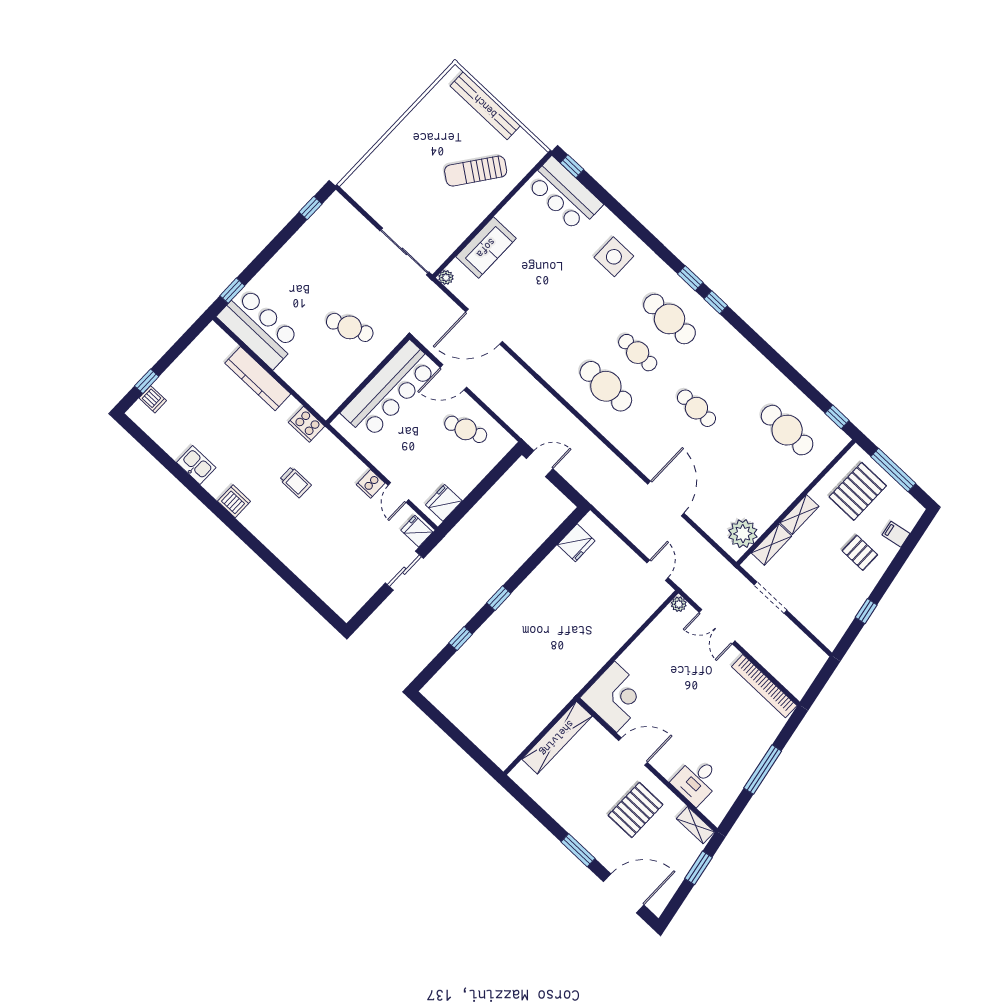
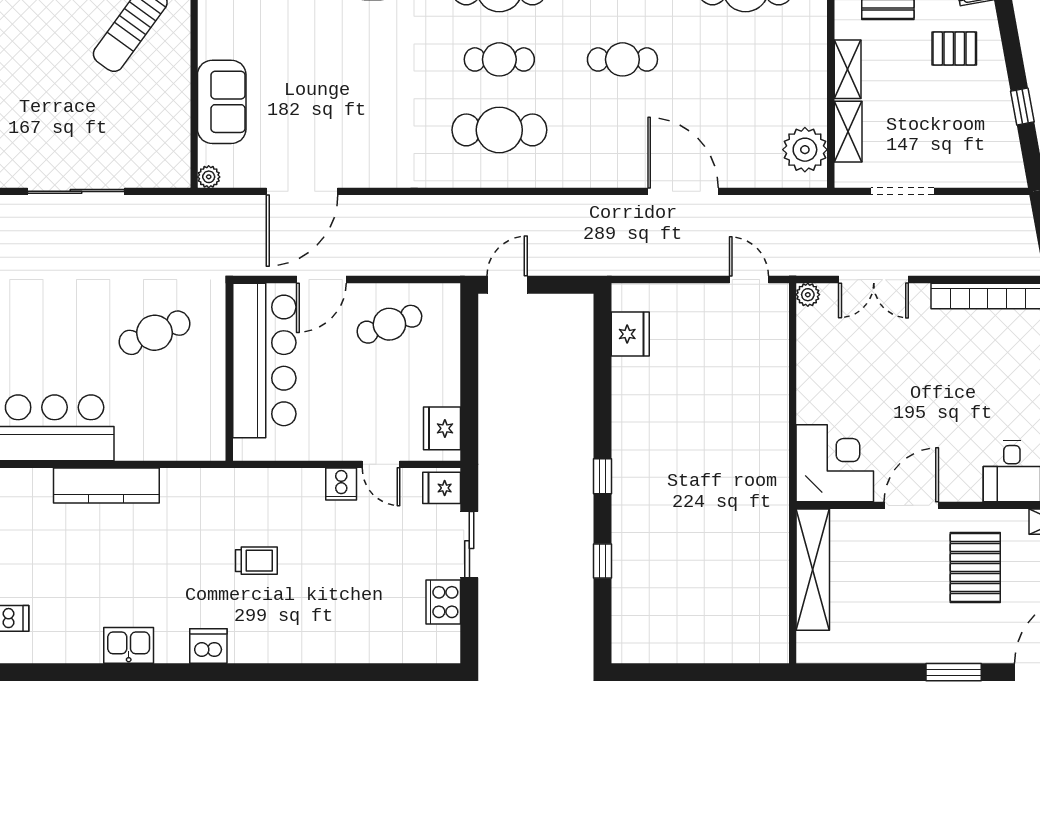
sliding door: (404, 251) -> (76, 191), moved
cooker: (306, 424) -> (443, 602), moved, turned 90

